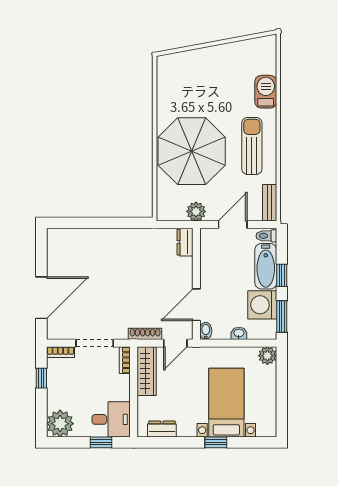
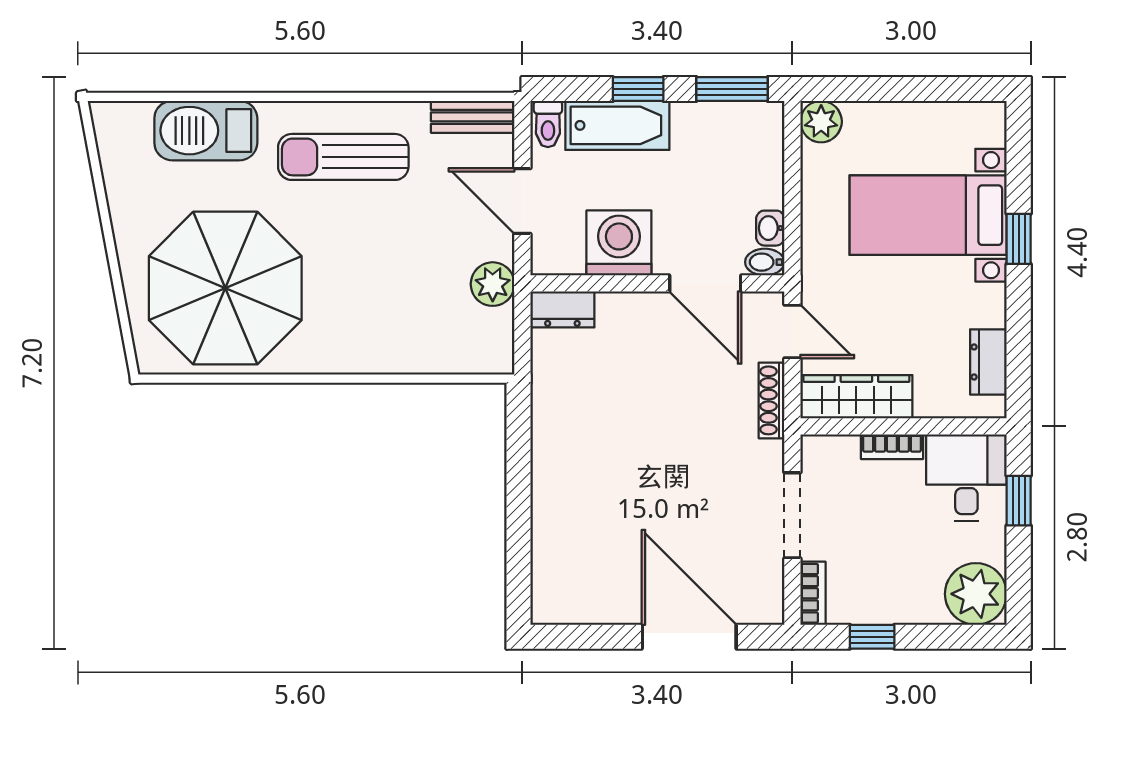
barbecue: (266, 92) -> (206, 131), width x1.37, depth x1.21
parasol: (192, 151) -> (225, 288), moved
washing machine: (262, 305) -> (619, 243), moved, turned 180
washbasin: (239, 333) -> (770, 228), moved
bookcase: (125, 360) -> (892, 447), moved

